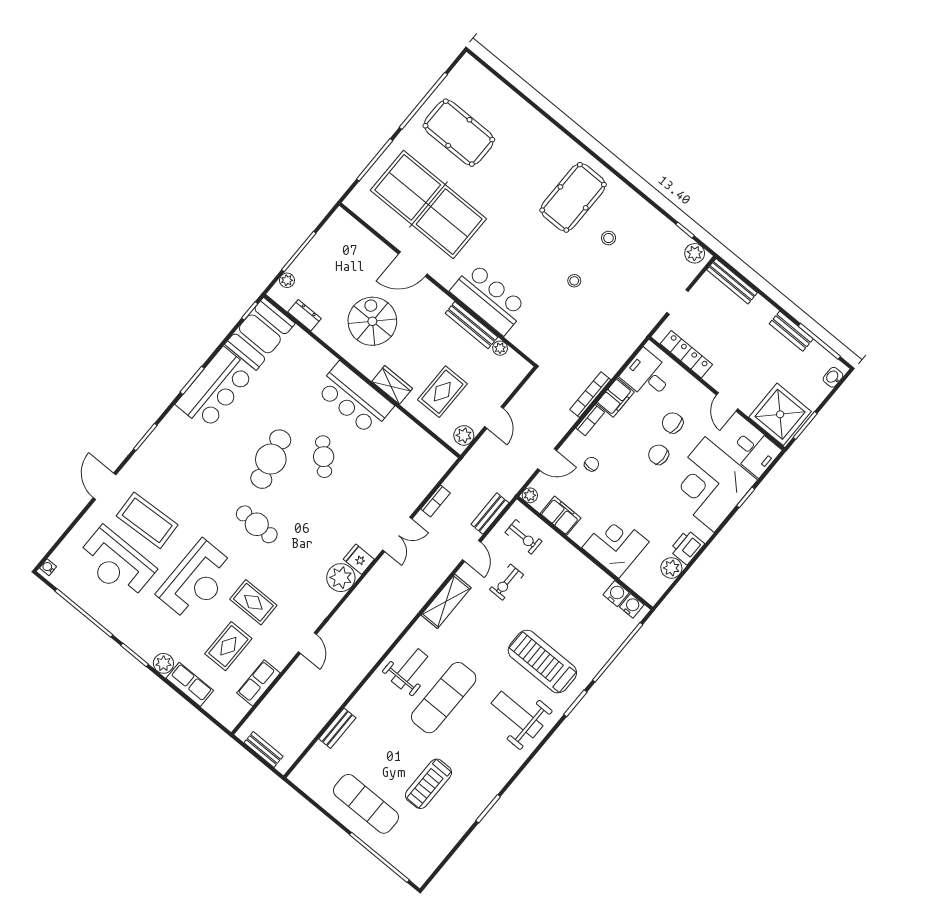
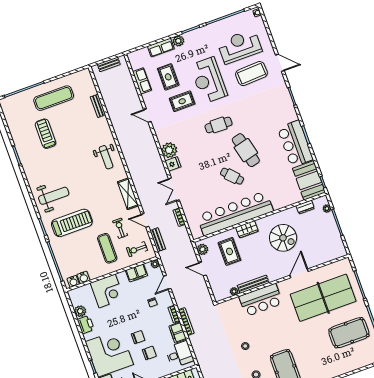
bar counter: (355, 398) -> (235, 213), width x1.86
exercise mat: (444, 698) -> (107, 248), moved, width x0.73, depth x0.69

